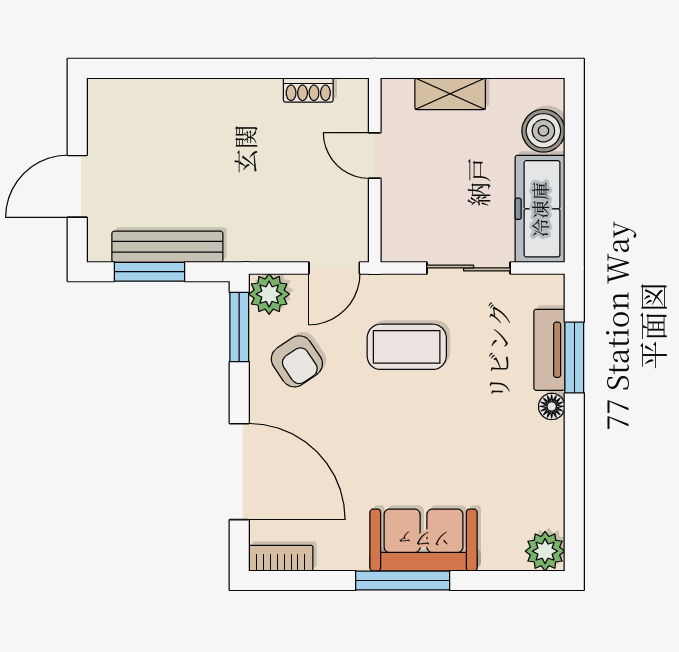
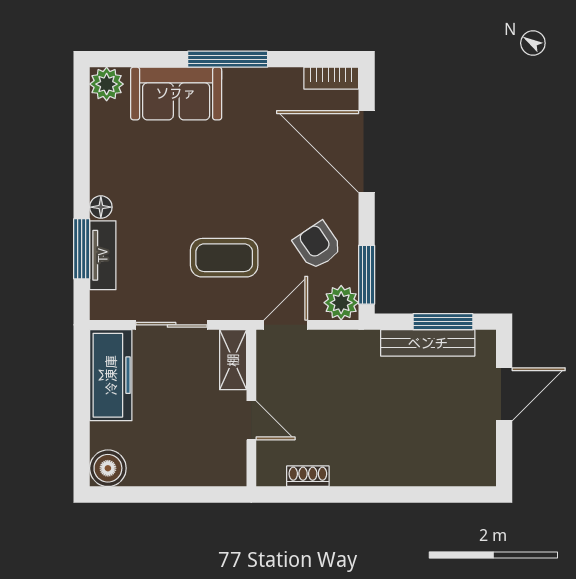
shelving: (450, 94) -> (233, 360), moved, turned 90
boiler: (543, 131) -> (108, 468), moved
sofa: (423, 540) -> (176, 93), moved

